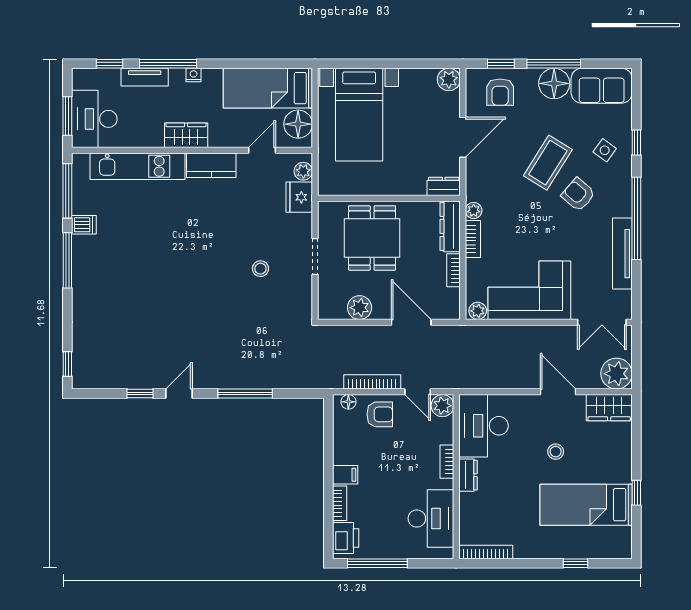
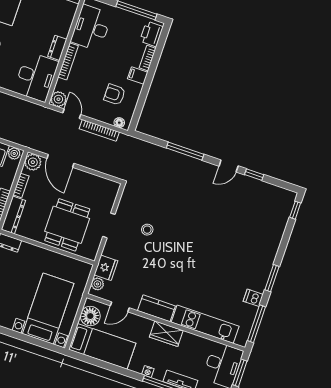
window: (67, 260) -> (272, 278), width x0.69
plant: (360, 308) -> (33, 162), moved
armchair: (380, 414) -> (115, 95), moved
bookcase: (447, 462) -> (68, 61), width x1.56

